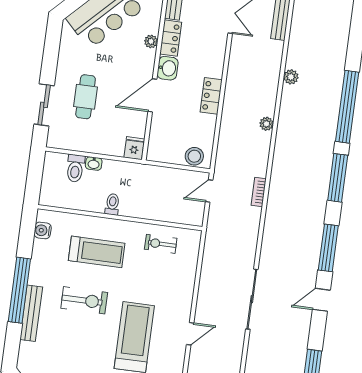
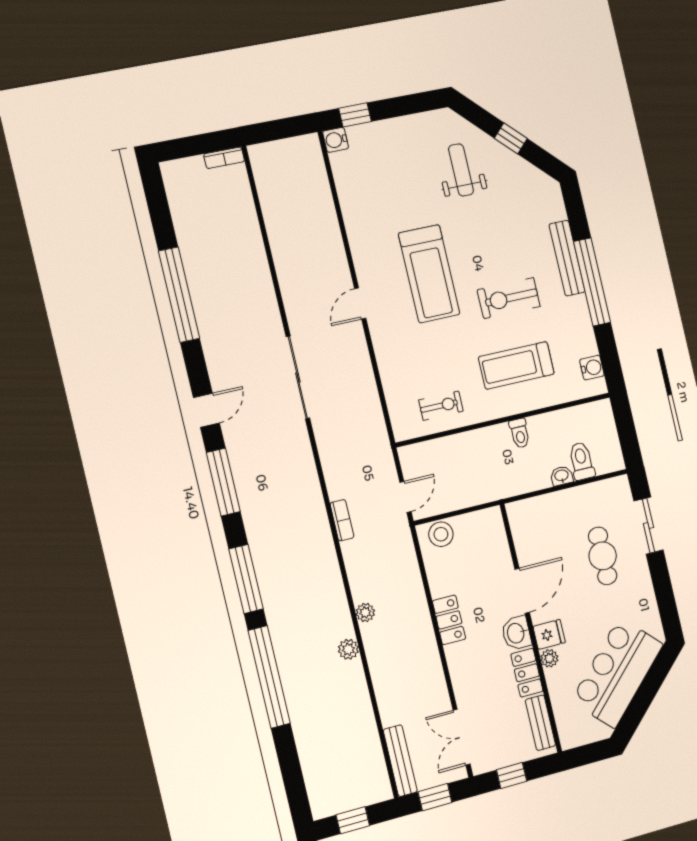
plant: (291, 77) -> (348, 649), moved
fridge: (134, 148) -> (549, 634), moved, turned -90

